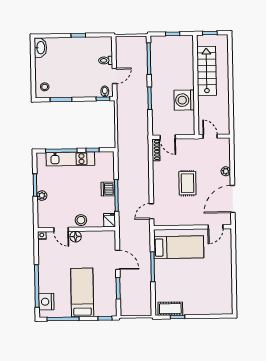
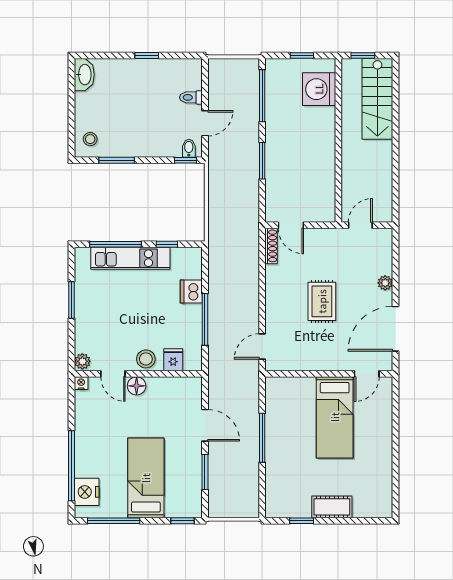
stairs: (207, 71) -> (377, 99), moved, turned 180
washing machine: (184, 100) -> (319, 89), moved
door: (210, 136) -> (360, 225), hinge flipped
dishwasher: (108, 189) -> (191, 292), moved
plant: (42, 196) -> (82, 361), moved
fridge: (109, 220) -> (173, 360), moved
bed: (179, 247) -> (335, 417), moved, turned 90
cot: (170, 309) -> (332, 507), moved

